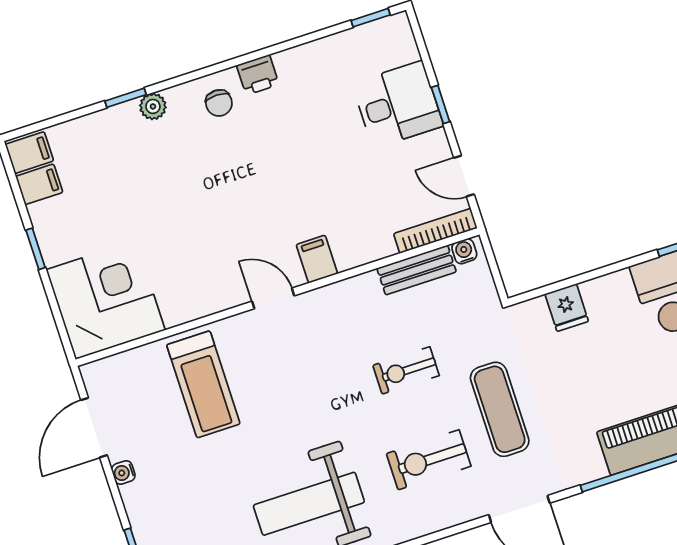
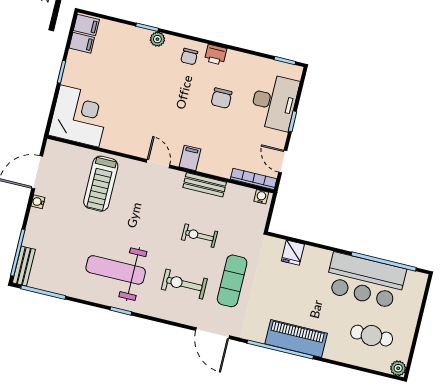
desk: (398, 105) -> (274, 102), width x1.37
chair: (309, 137) -> (221, 98), added
bench: (417, 270) -> (205, 185), moved

